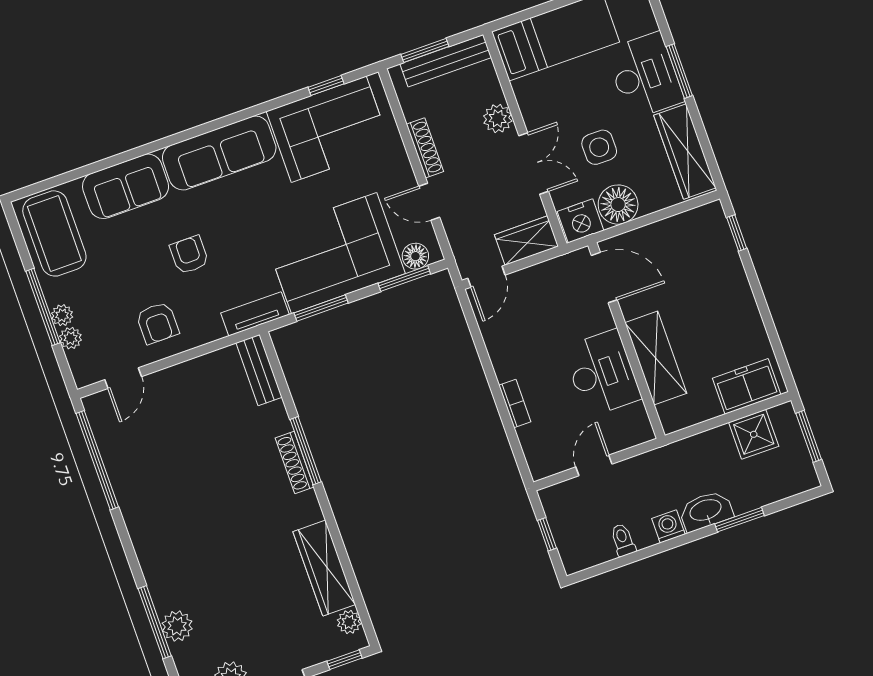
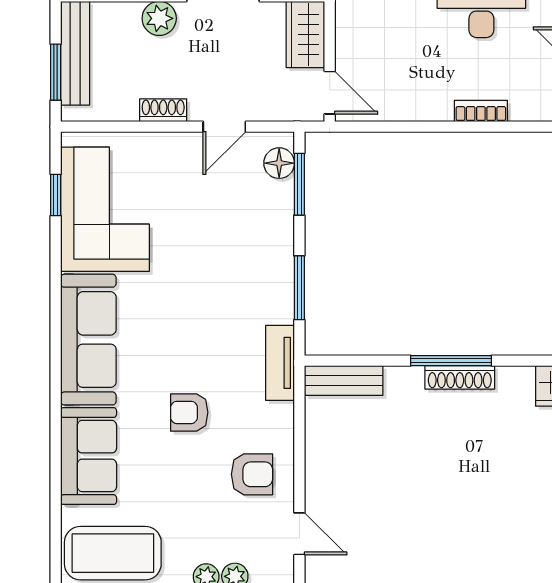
shoe rack: (425, 148) -> (163, 110), width x0.70
corner sofa: (334, 253) -> (244, 252), removed

